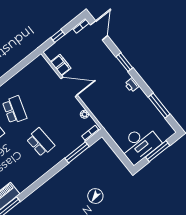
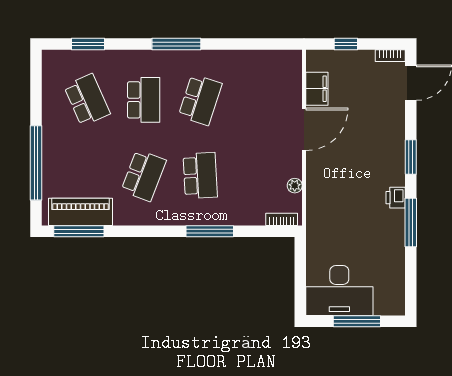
door: (69, 87) -> (304, 129), hinge flipped
window: (159, 106) -> (411, 223), moved
window: (77, 152) -> (210, 231), moved
school desk: (16, 162) -> (144, 175), added

